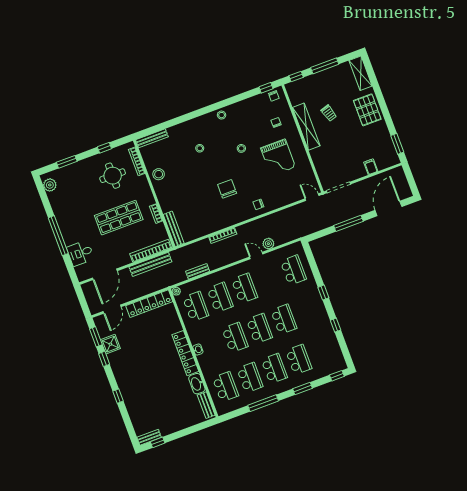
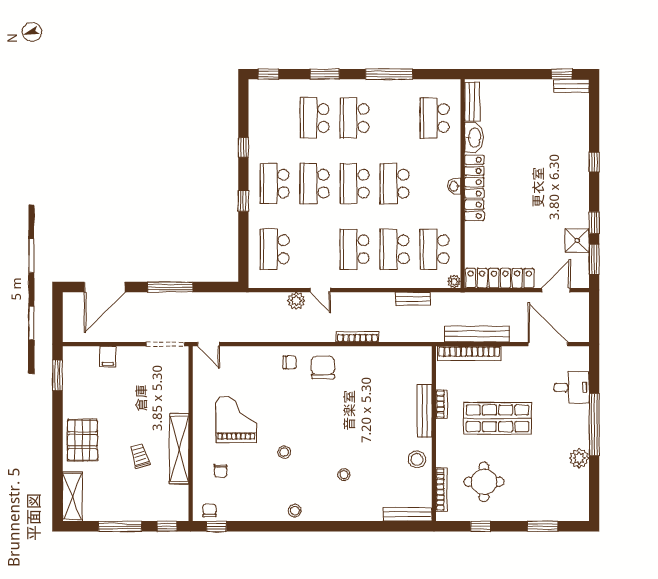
plant: (50, 185) -> (579, 458), moved
chair: (227, 189) -> (323, 367), moved, turned 180
bench: (174, 229) -> (425, 411), moved
door: (105, 274) -> (548, 344), hinge flipped
school desk: (250, 378) -> (275, 184), moved

